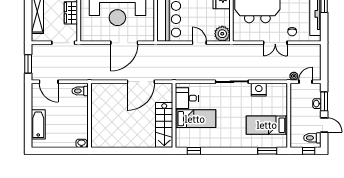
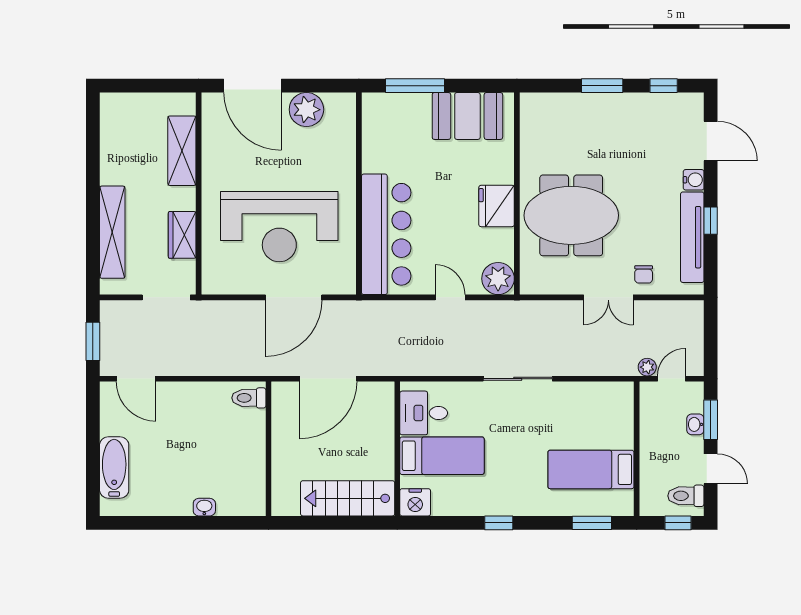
nightstand: (259, 90) -> (415, 502), moved, turned 180
toilet: (80, 91) -> (249, 398), moved
wall: (90, 115) -> (269, 449), moved
stairs: (164, 125) -> (348, 498), moved, turned 90
window: (194, 151) -> (499, 523), moved

